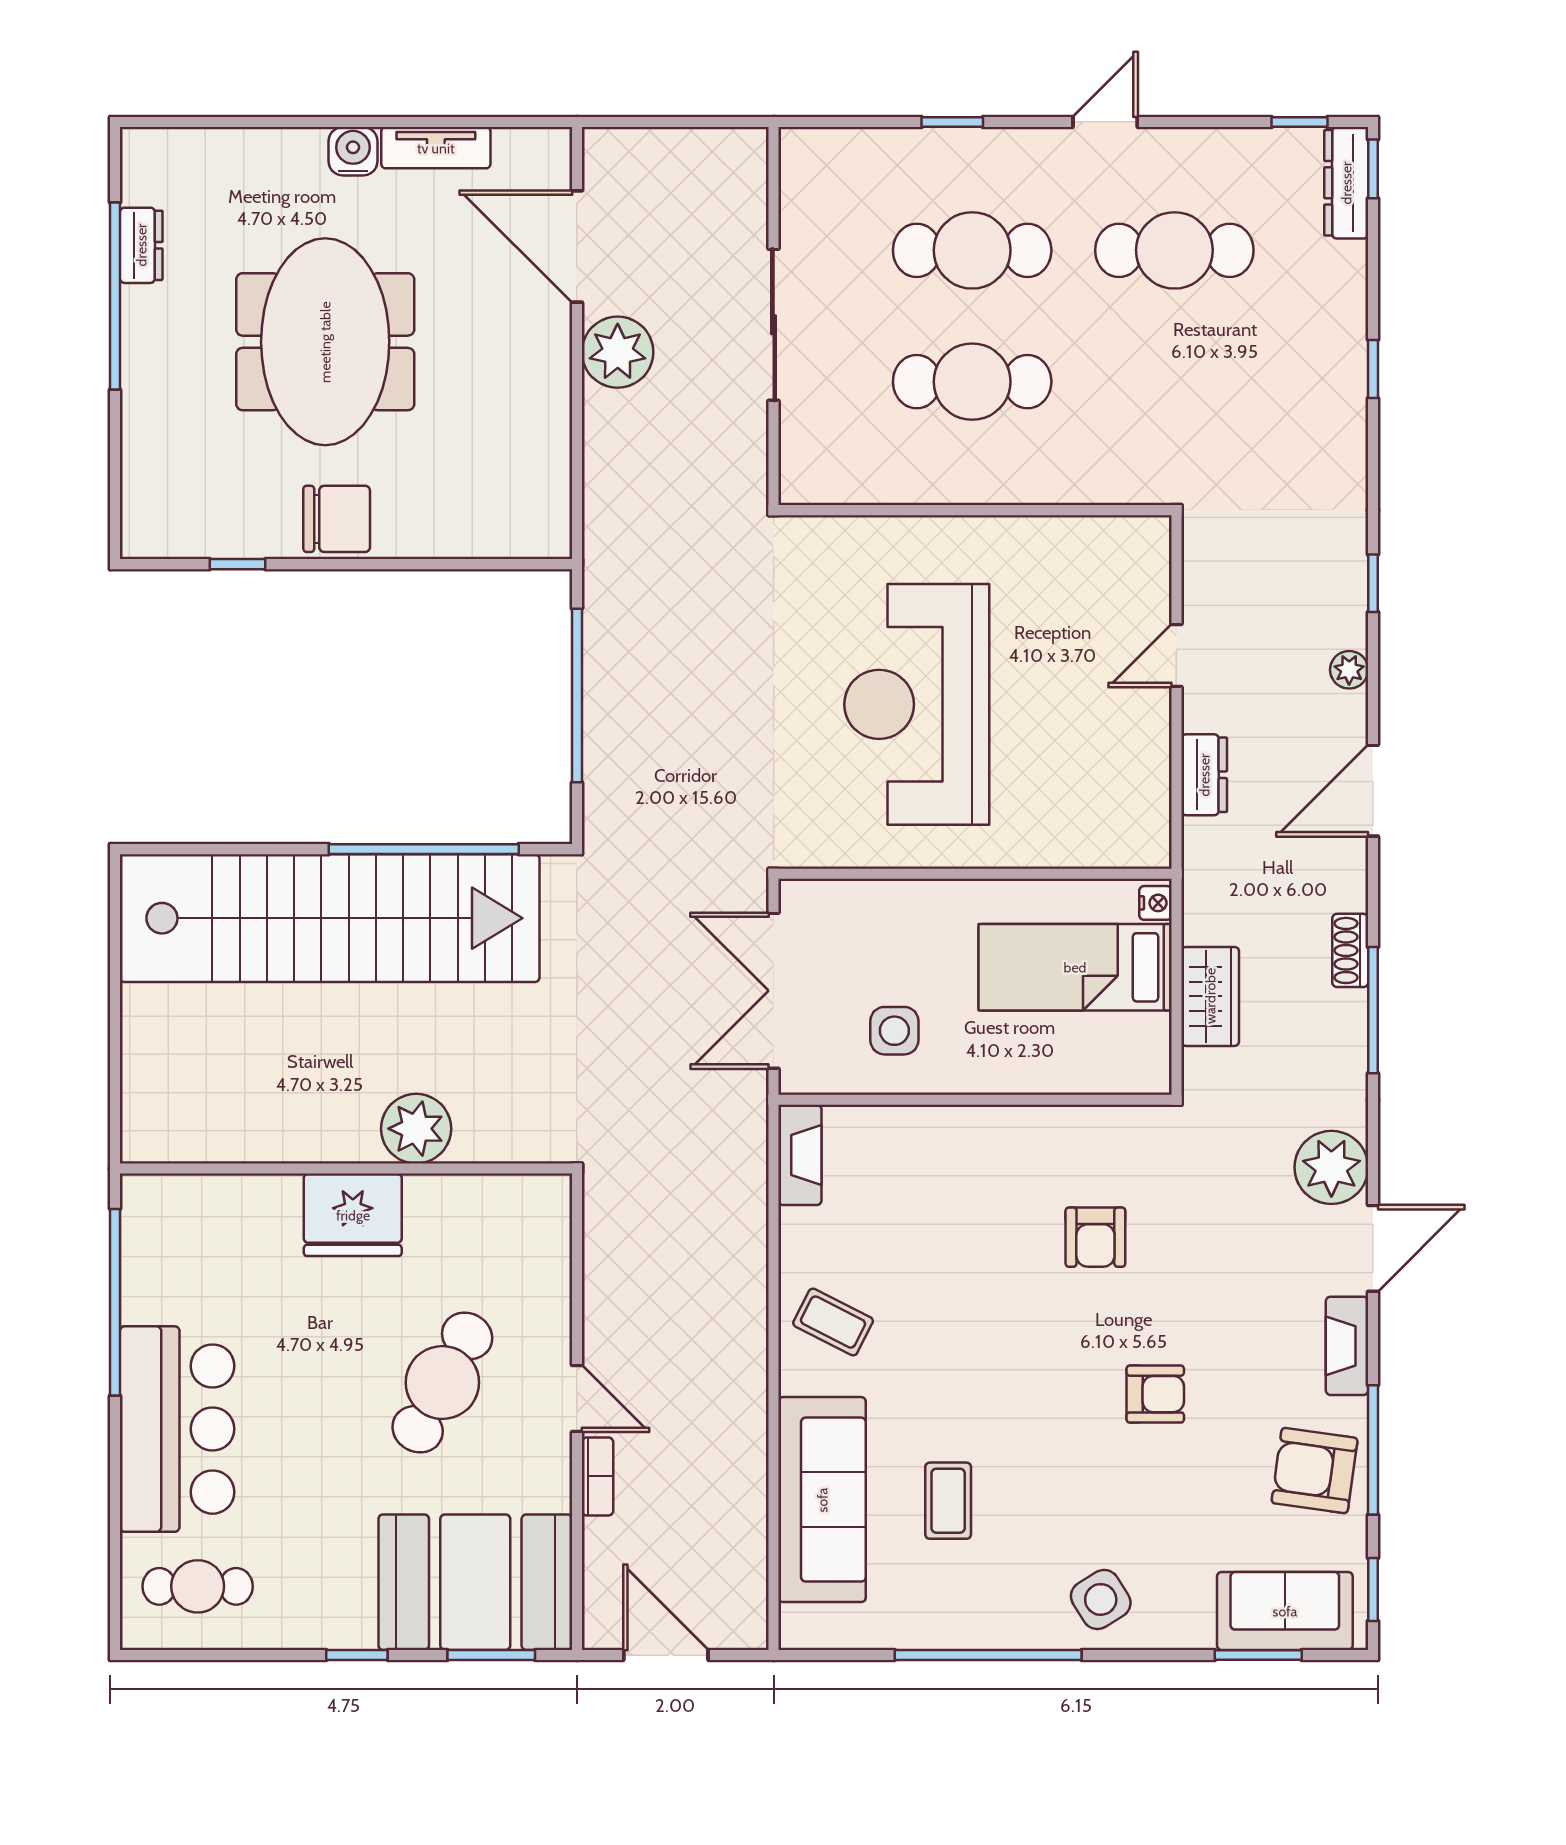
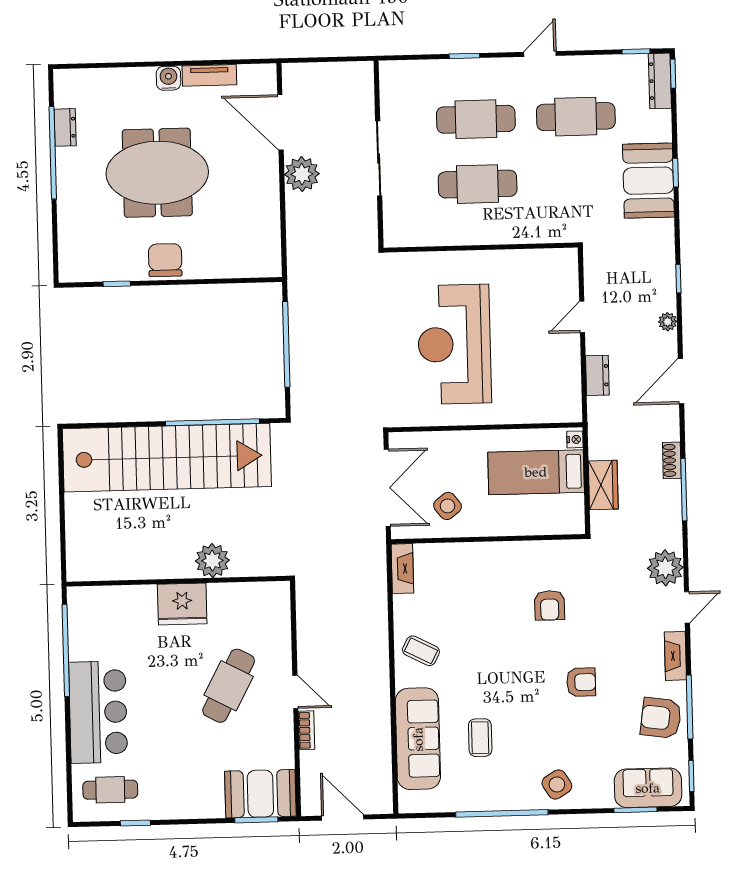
meeting table: (325, 342) -> (157, 173), turned 90
booth: (1318, 384) -> (648, 181), added
chair: (337, 519) -> (165, 260), turned -90
double door: (774, 991) -> (387, 488), swing flipped
side table: (894, 1031) -> (448, 506), turned -38
door: (1373, 1248) -> (687, 607), width x0.73
booth: (475, 1582) -> (260, 794), width x0.73, depth x0.70
window: (357, 1655) -> (135, 823), moved

